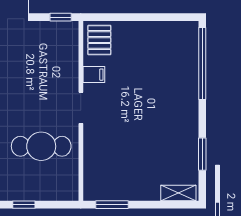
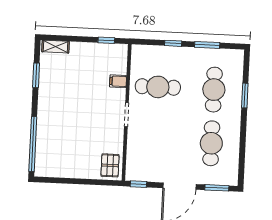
filing cabinet: (94, 75) -> (118, 81), moved
window: (112, 205) -> (106, 40), width x0.67

